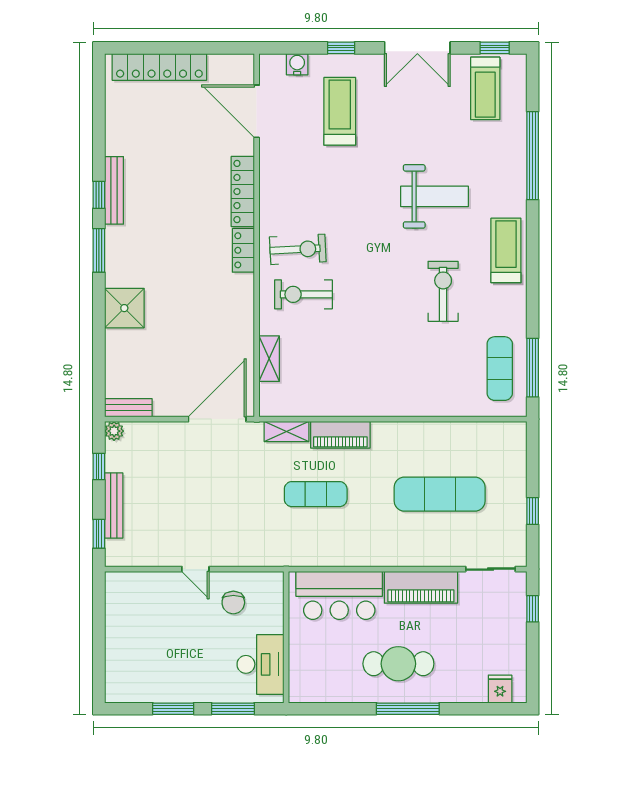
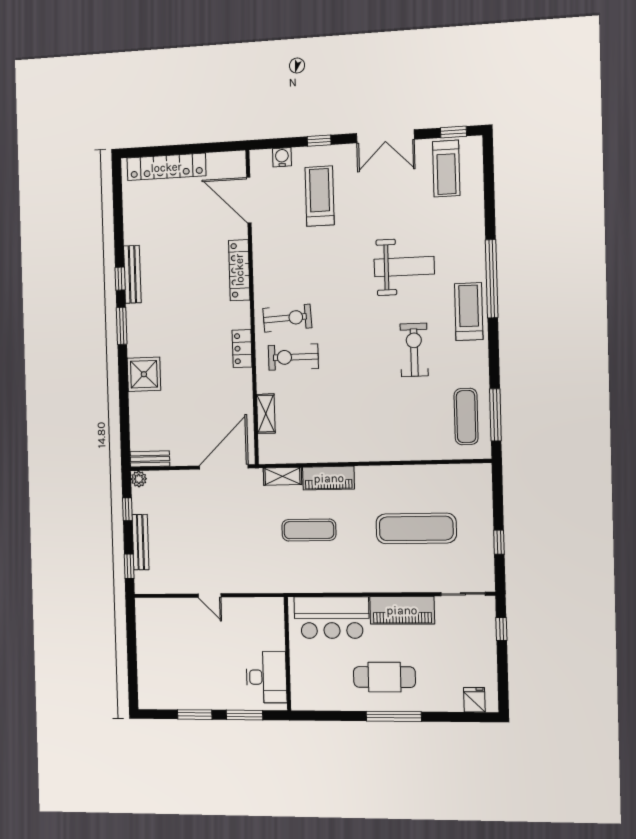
window: (533, 156) -> (492, 279), moved
locker: (243, 250) -> (242, 349), moved
chair: (233, 602) -> (242, 624), removed

